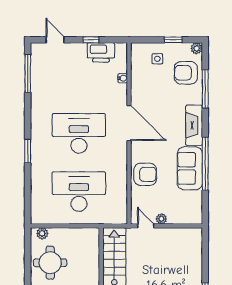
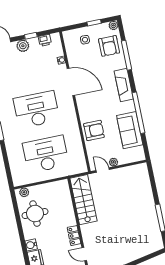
plant: (78, 50) -> (23, 46), added
printer: (101, 52) -> (45, 40), width x0.53, depth x0.68
armchair: (186, 73) -> (109, 46), turned -90
door: (129, 123) -> (71, 82), moved
sofa: (190, 168) -> (130, 130), moved

